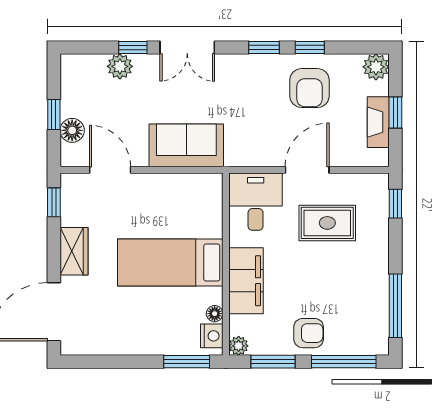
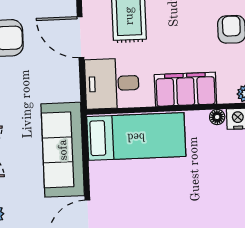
sofa: (186, 145) -> (63, 150), width x1.36
bed: (170, 262) -> (136, 137), moved, turned -90

